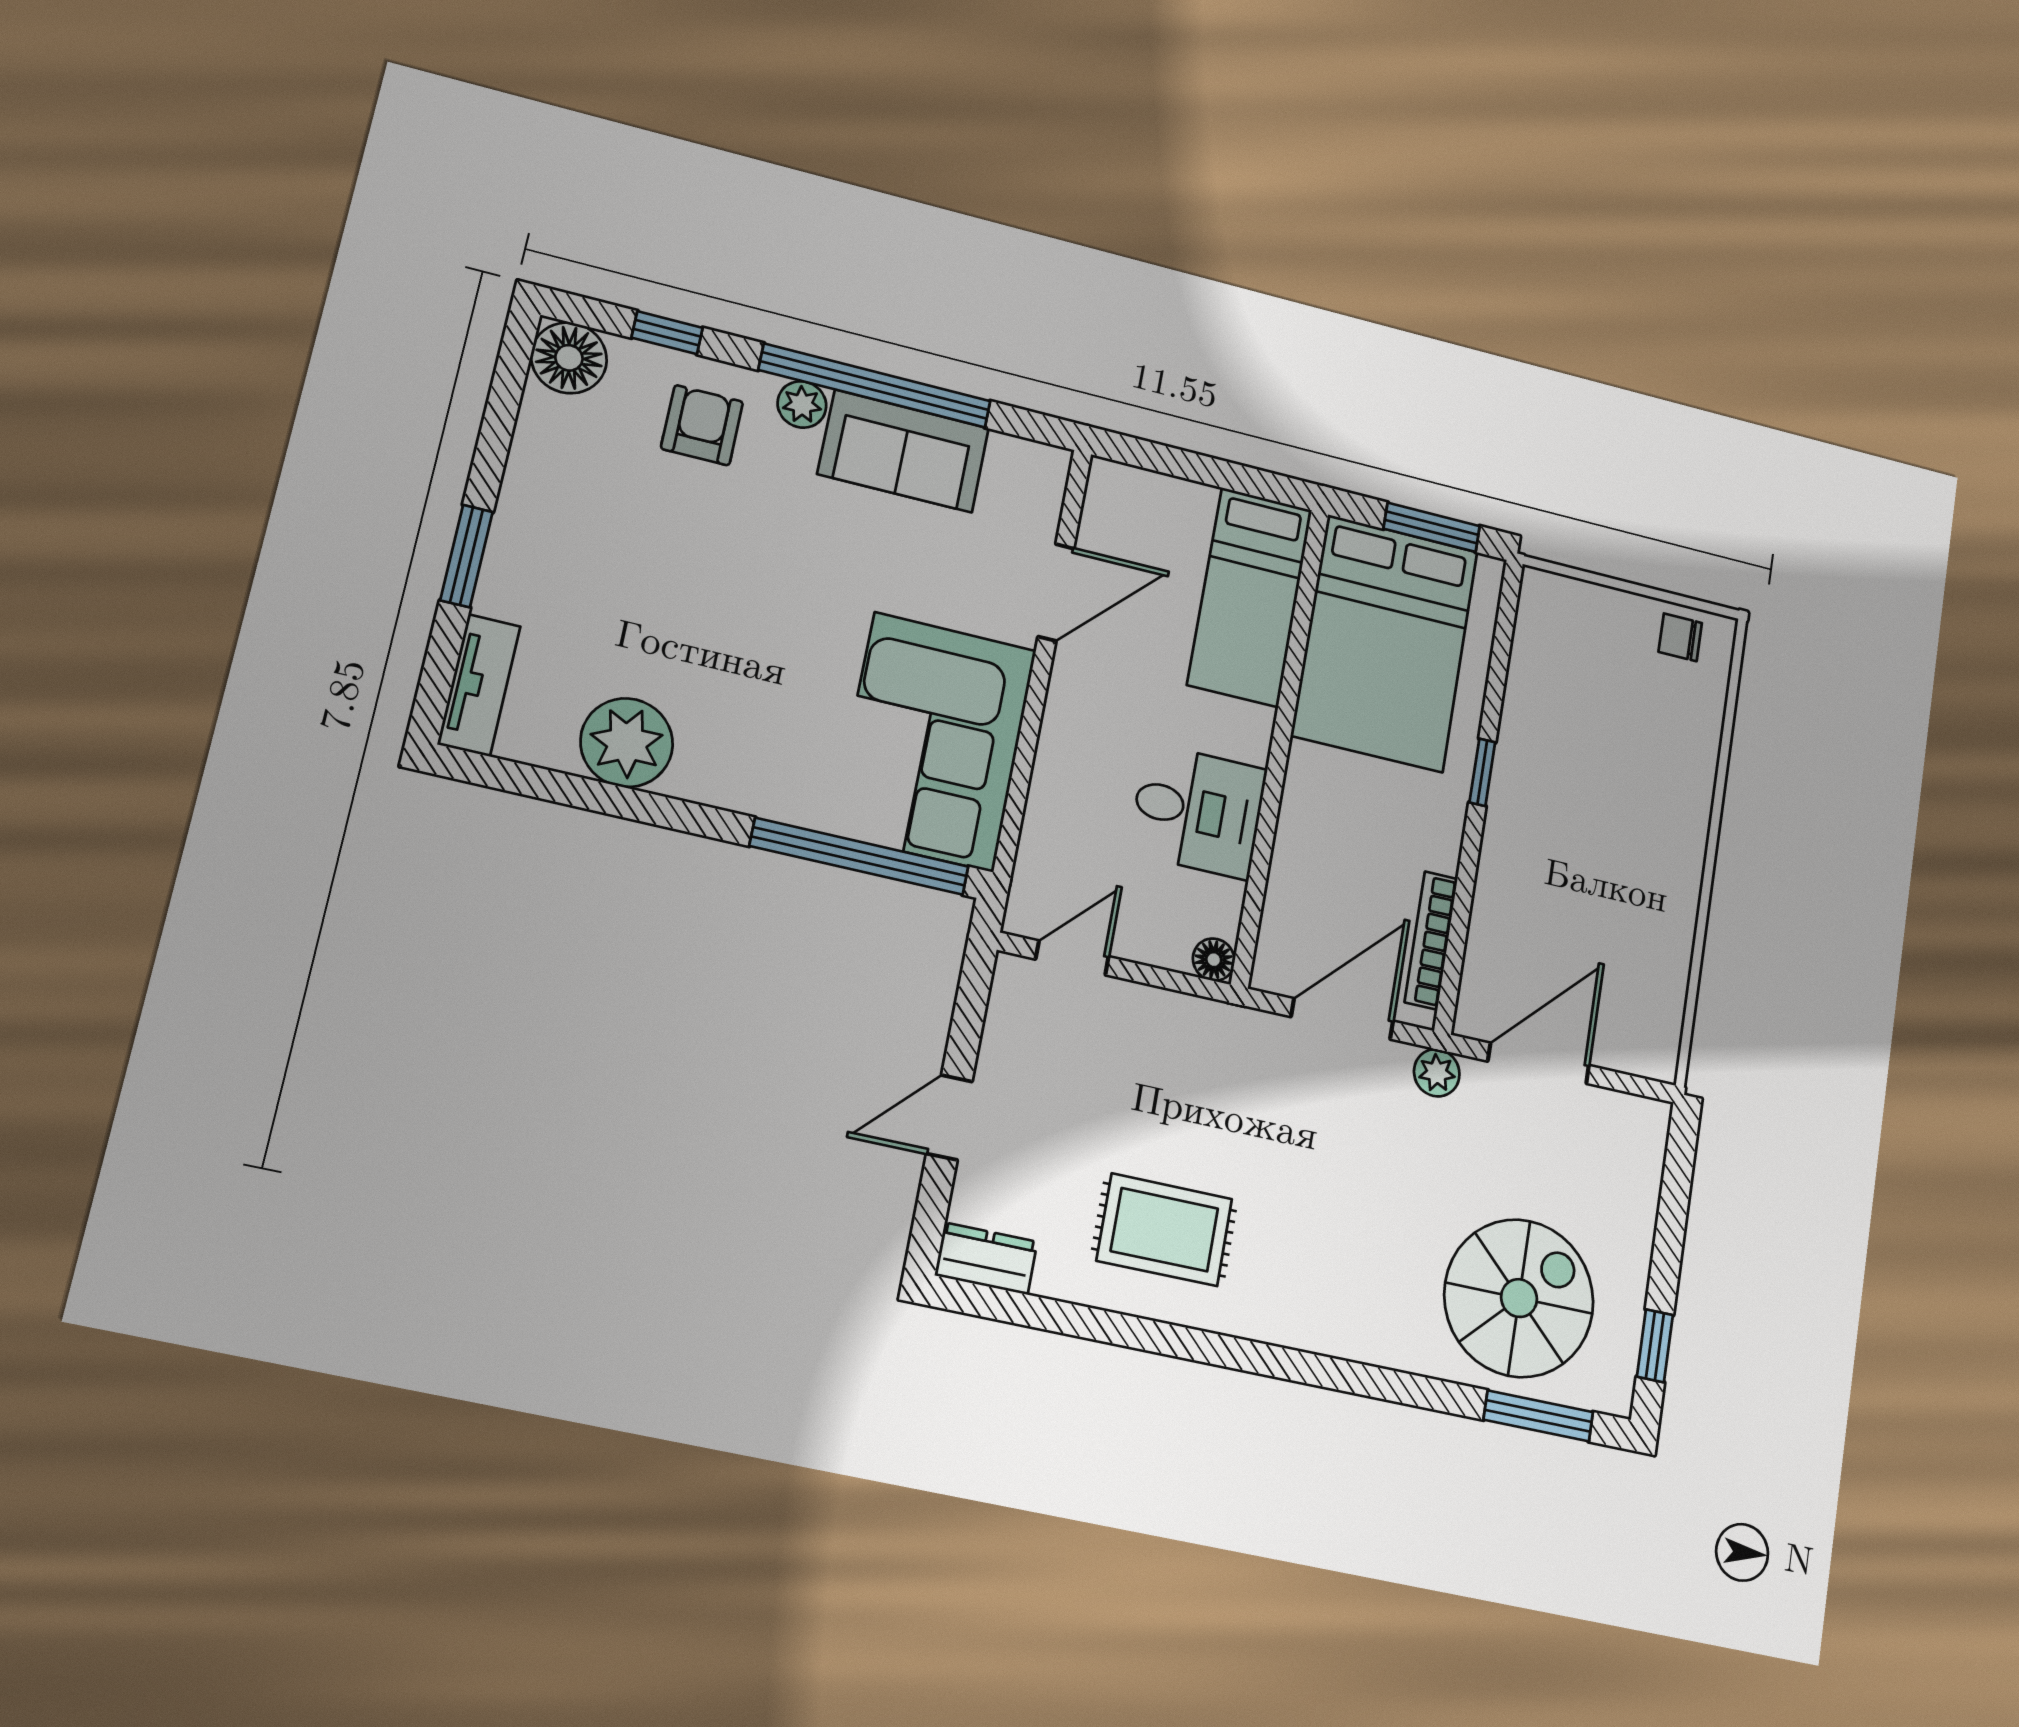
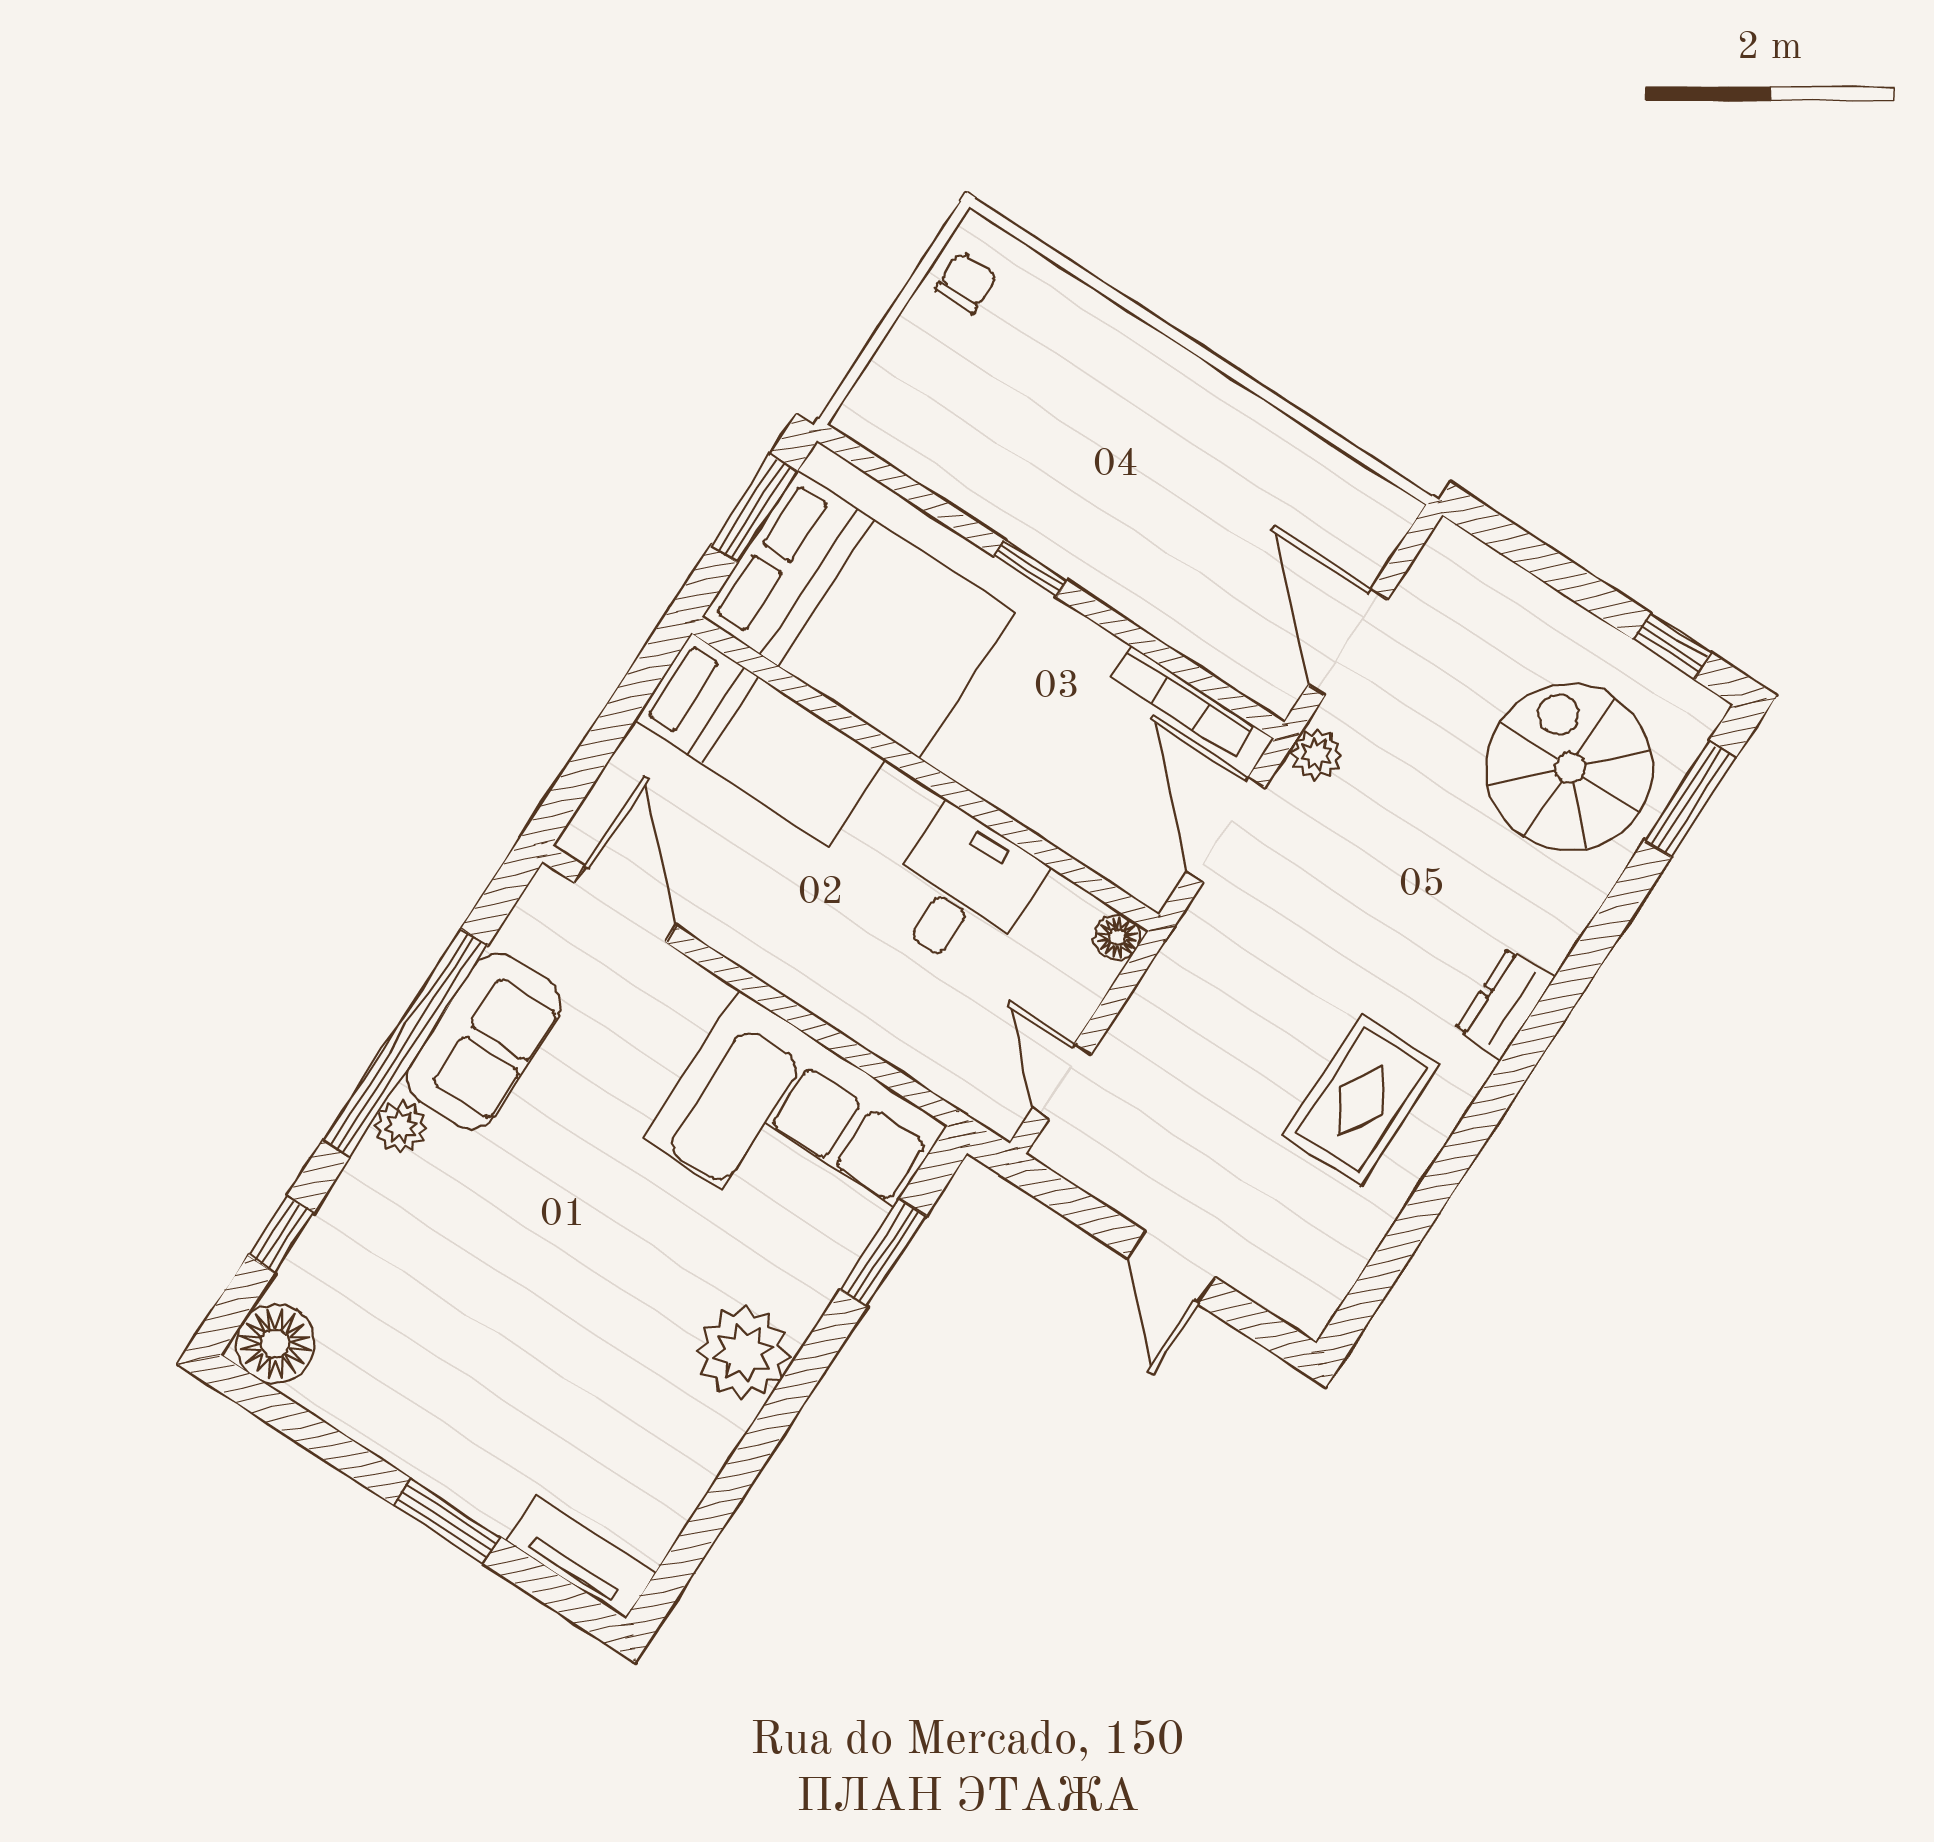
armchair: (702, 425) -> (389, 1237), removed
door: (1056, 592) -> (625, 904), moved
chair: (1680, 637) -> (966, 282), turned 180
plant: (627, 743) -> (743, 1353), moved
window: (859, 856) -> (883, 1253), width x0.47
dresser: (986, 1259) -> (1505, 1004), moved

